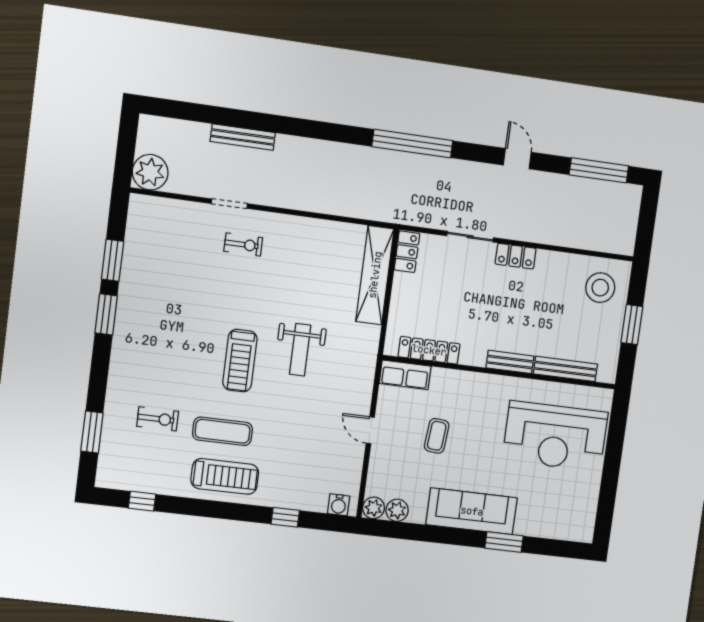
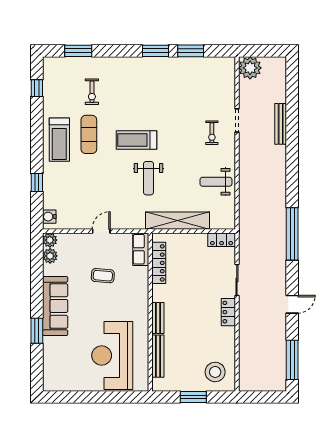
weight bench: (319, 248) -> (216, 182), added
shelving: (375, 275) -> (177, 221), moved
weight bench: (300, 350) -> (148, 178), turned -90

